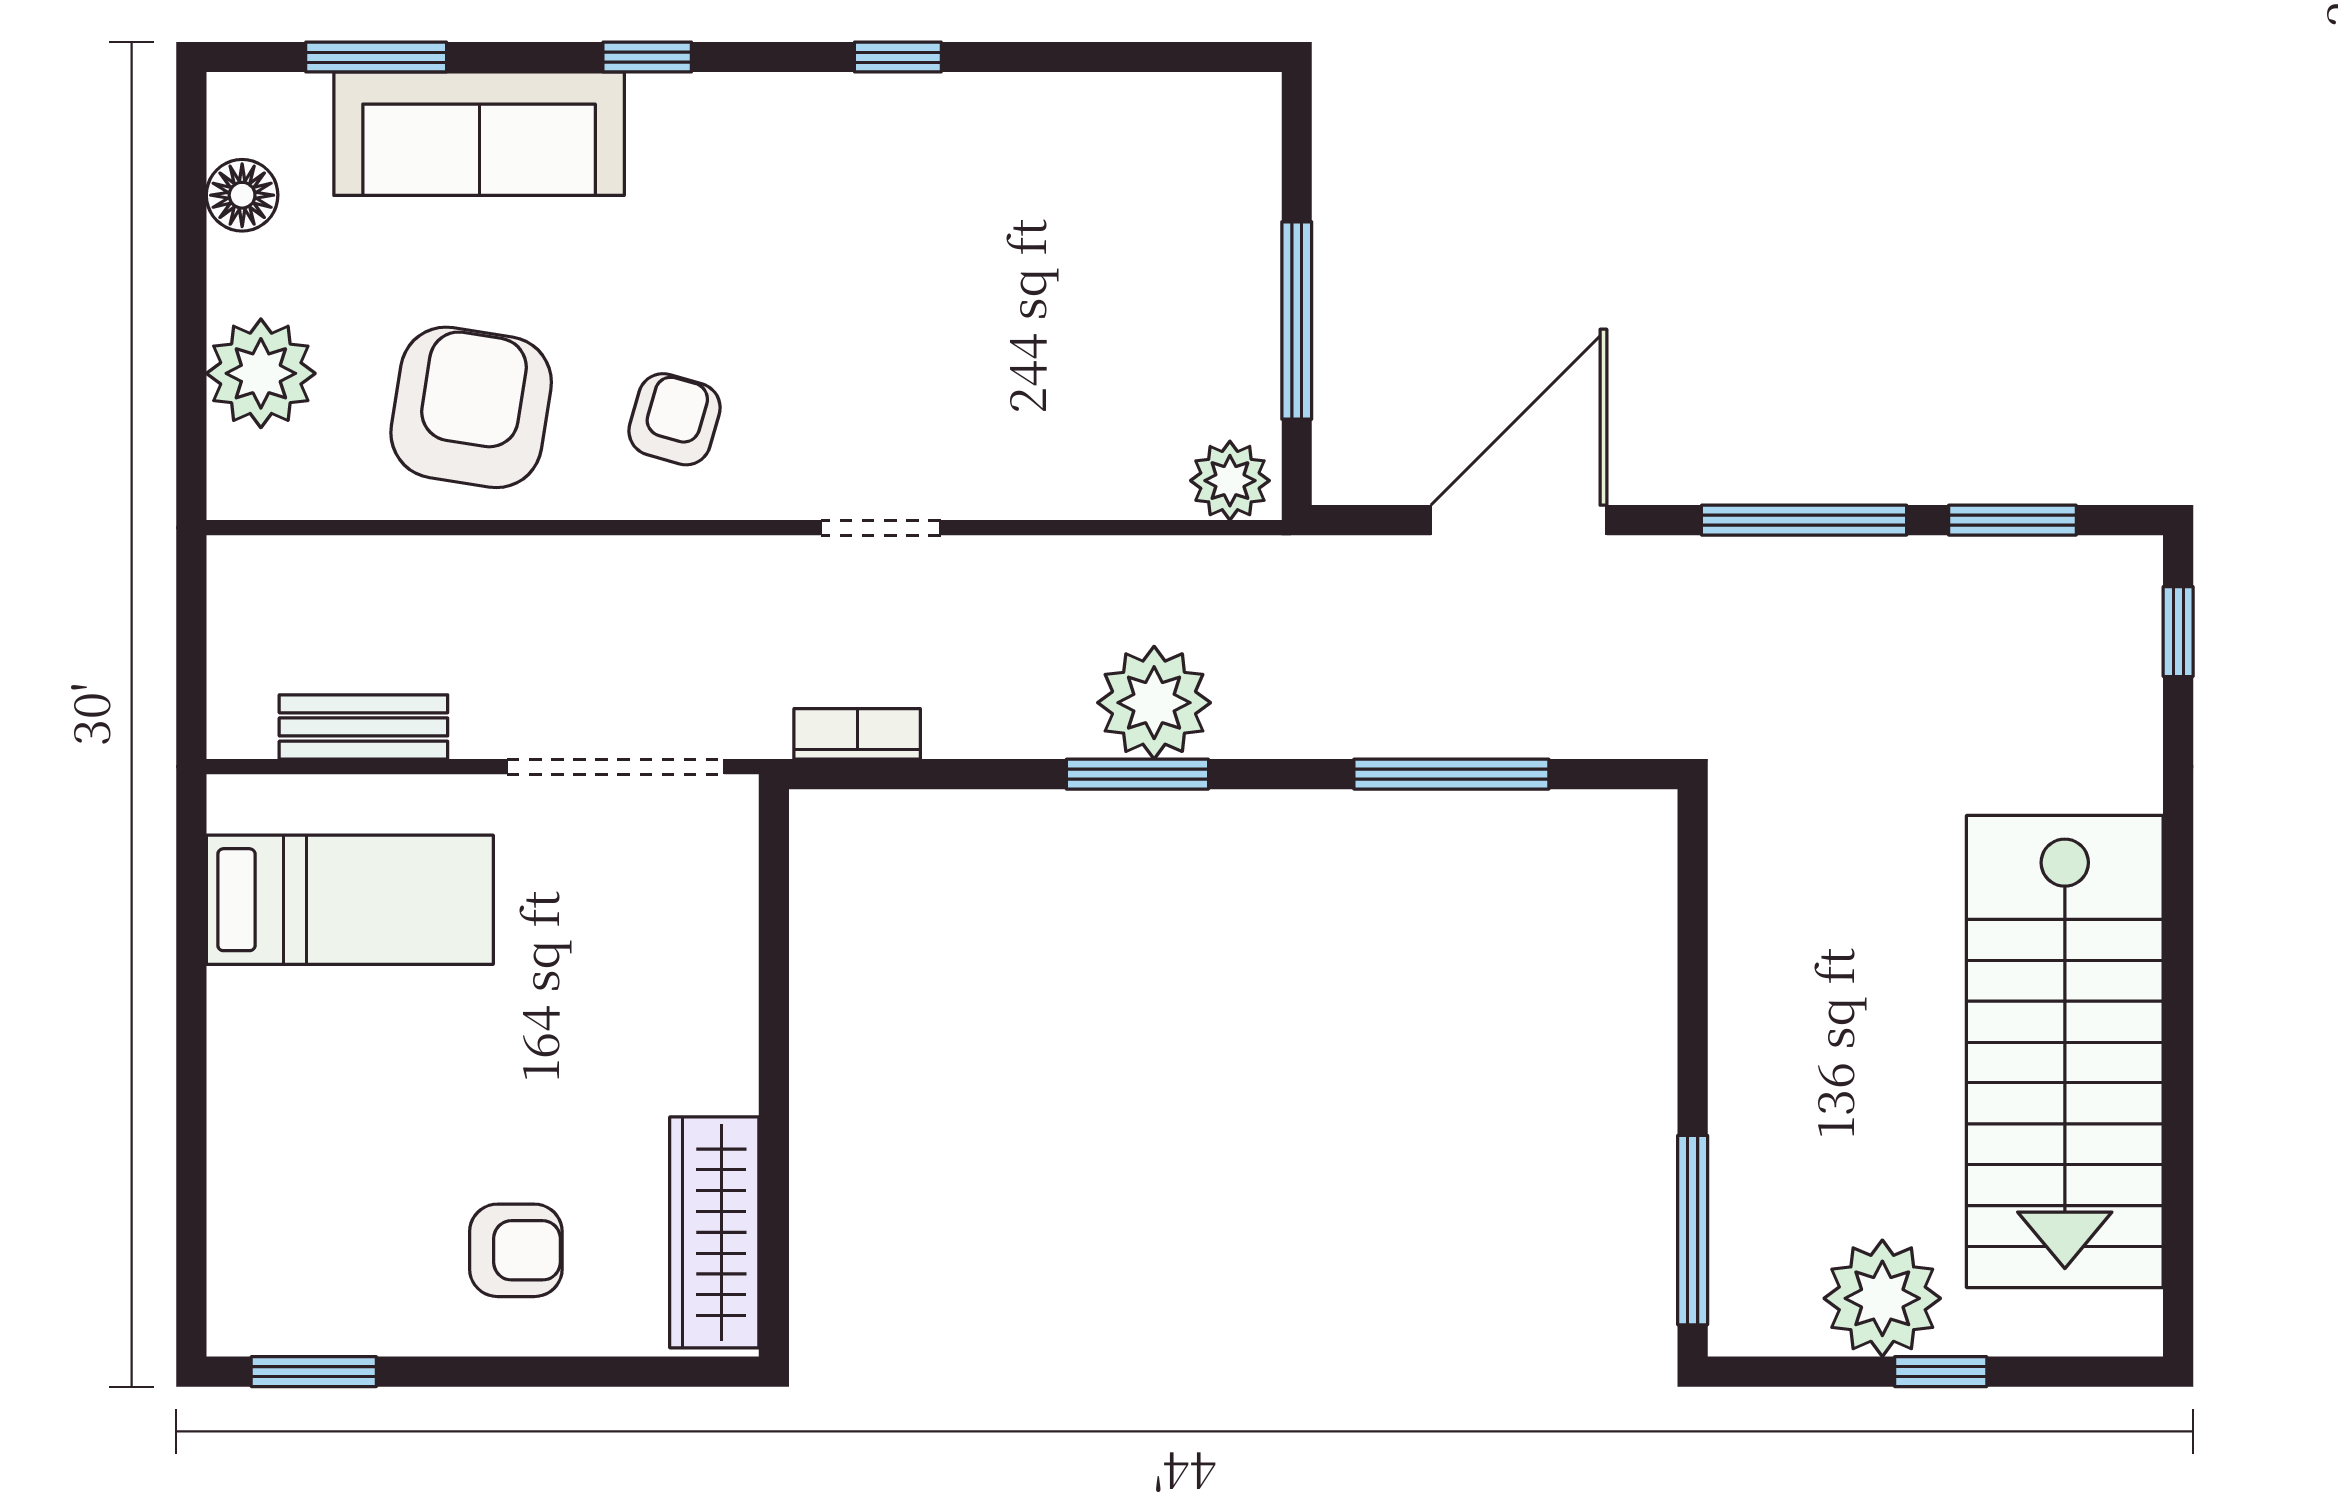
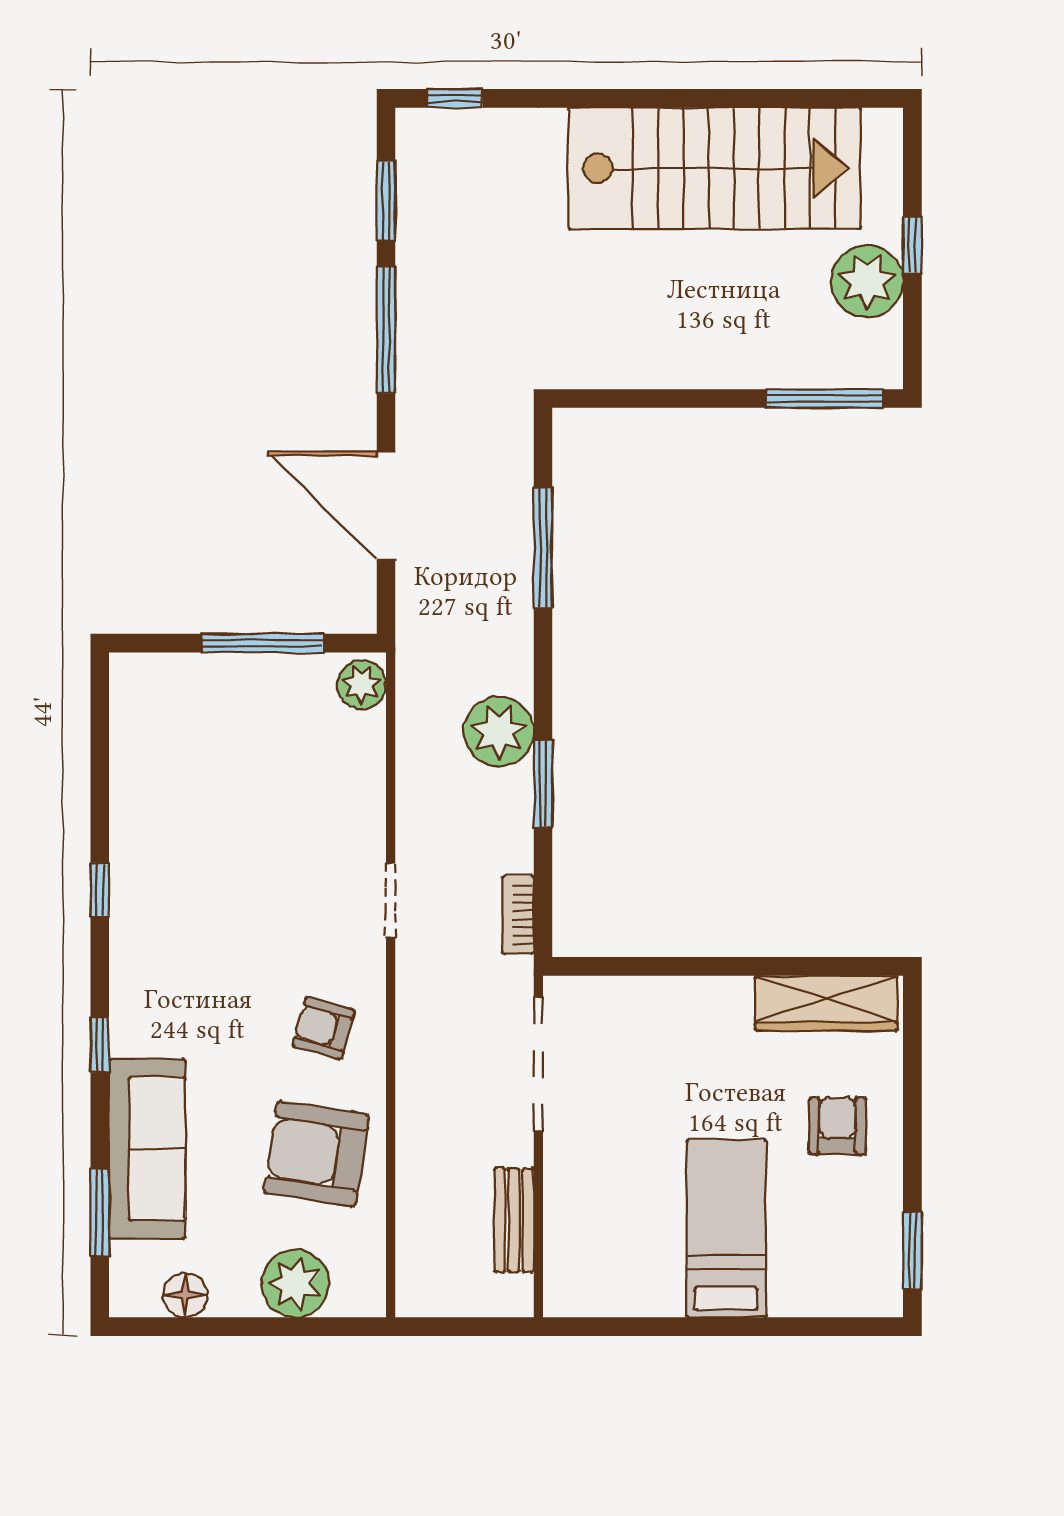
window: (1137, 774) -> (543, 783), moved
bed: (350, 900) -> (726, 1229), moved

